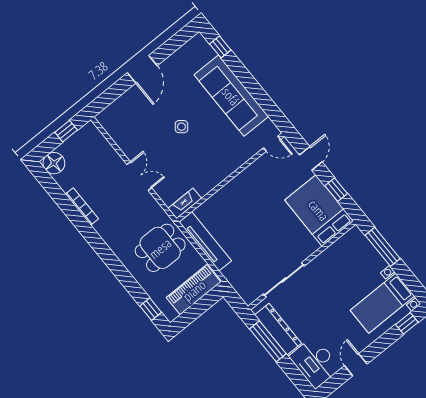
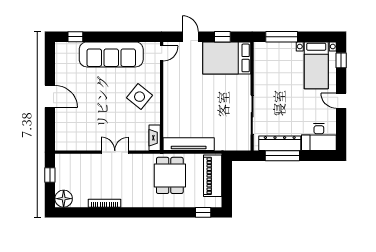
side table: (181, 127) -> (140, 97), moved, width x1.87, depth x1.87
door: (356, 365) -> (341, 101), moved

